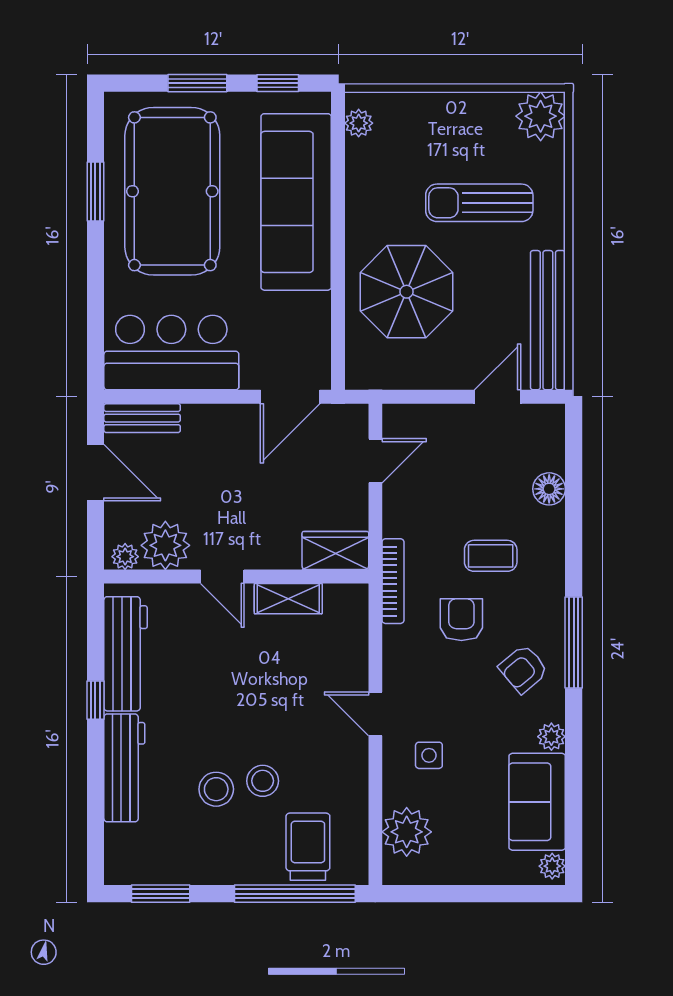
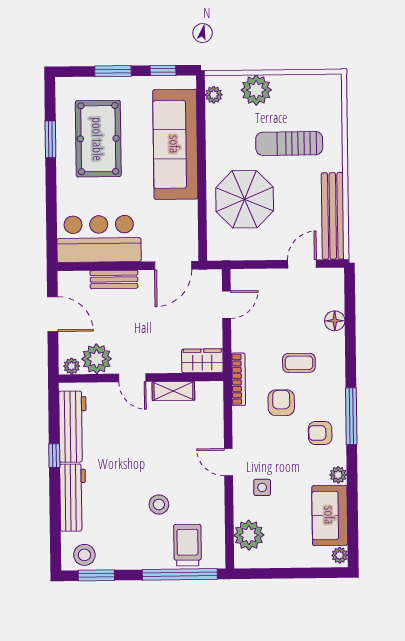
plant: (541, 116) -> (256, 90), moved
pool table: (172, 191) -> (98, 139), width x0.73, depth x0.76
bench: (142, 418) -> (114, 279), moved
armchair: (523, 669) -> (320, 433), turned 40
stool: (216, 789) -> (84, 555), moved

